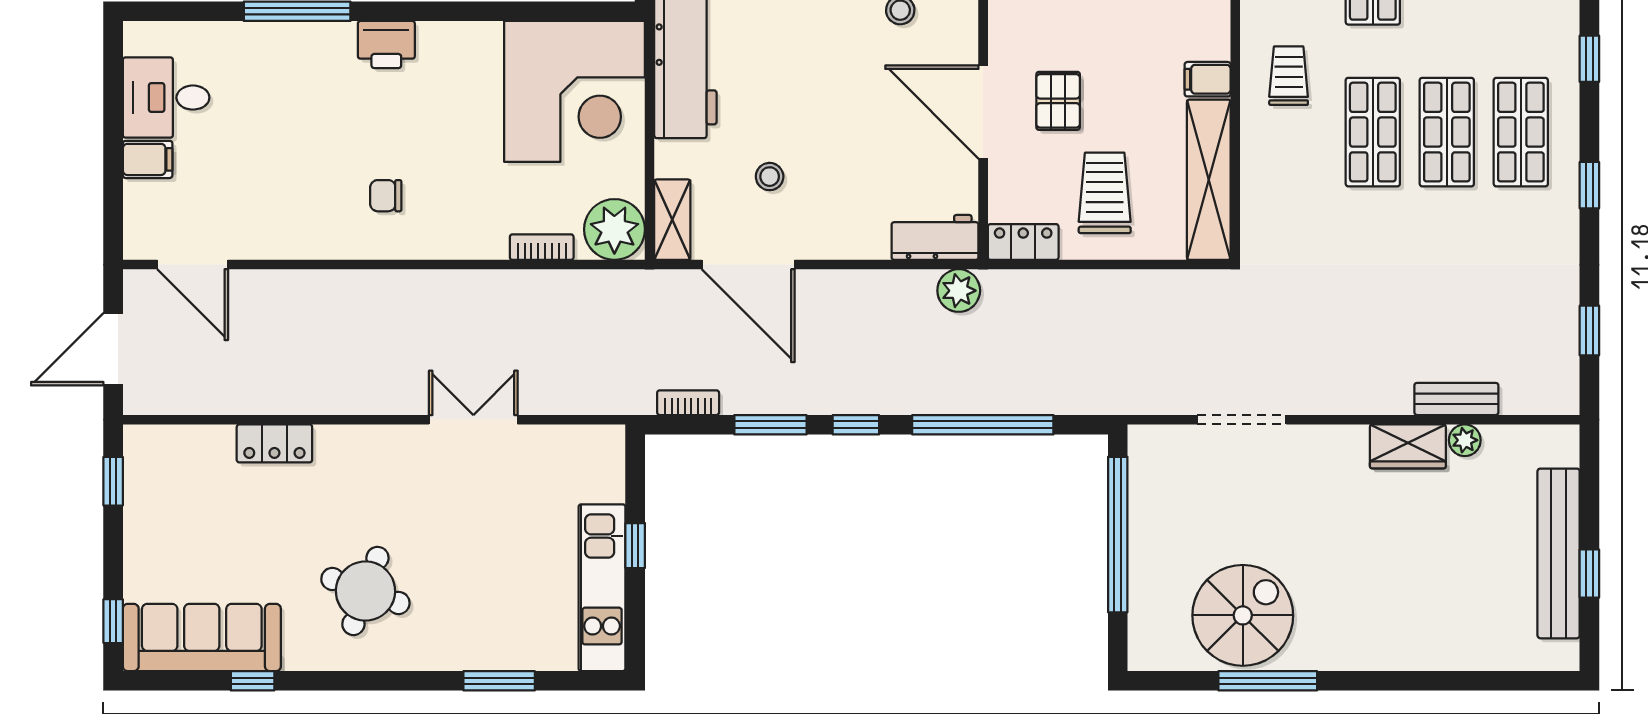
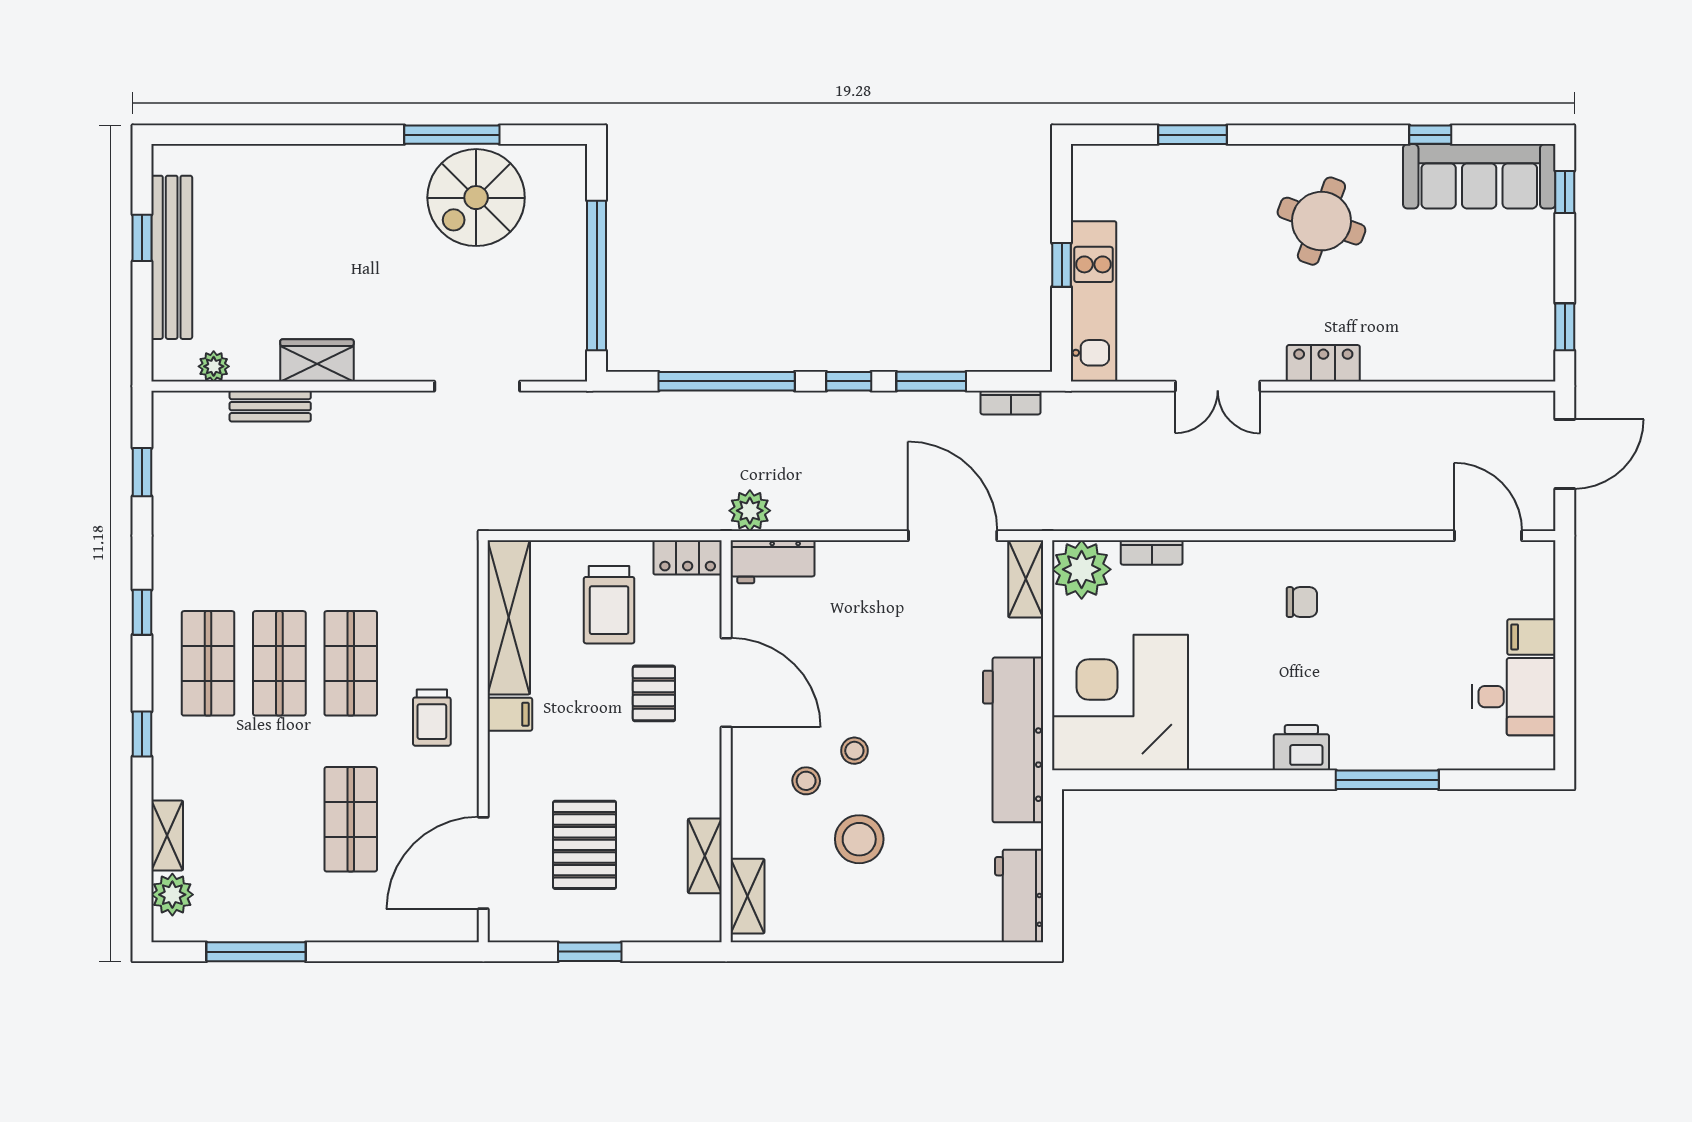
stool: (770, 177) -> (854, 751), moved
plant: (1465, 440) -> (214, 366), moved
locker: (274, 443) -> (1323, 363), moved
kitchen unit: (602, 588) -> (1094, 301), moved

